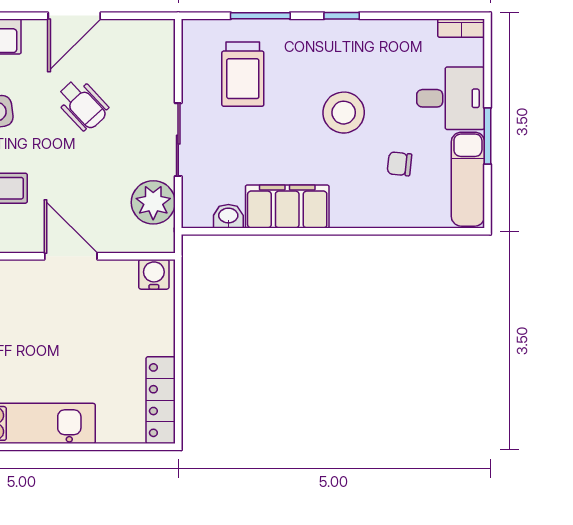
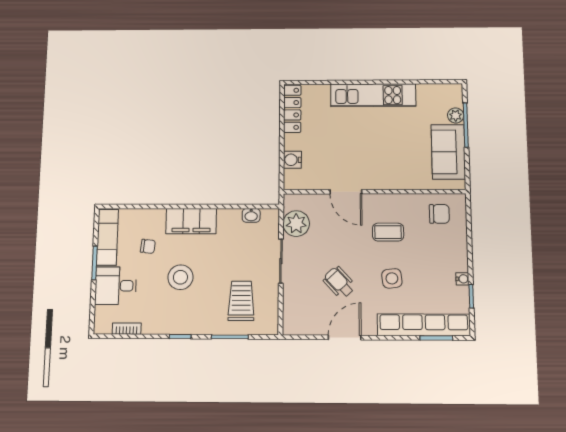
bookcase: (461, 28) -> (127, 329), moved
filing cabinet: (287, 207) -> (191, 221), moved
water cooler: (154, 274) -> (292, 160), moved, turned 90

